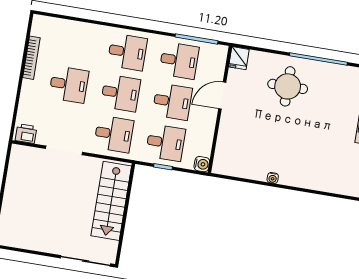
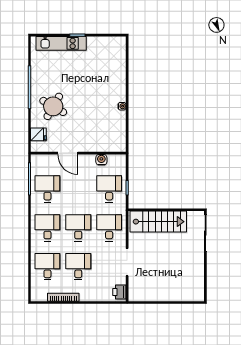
fridge: (239, 58) -> (38, 134), moved
round table: (288, 86) -> (53, 106), turned 30
desk: (172, 102) -> (47, 267), moved
water cooler: (202, 164) -> (101, 160), moved

